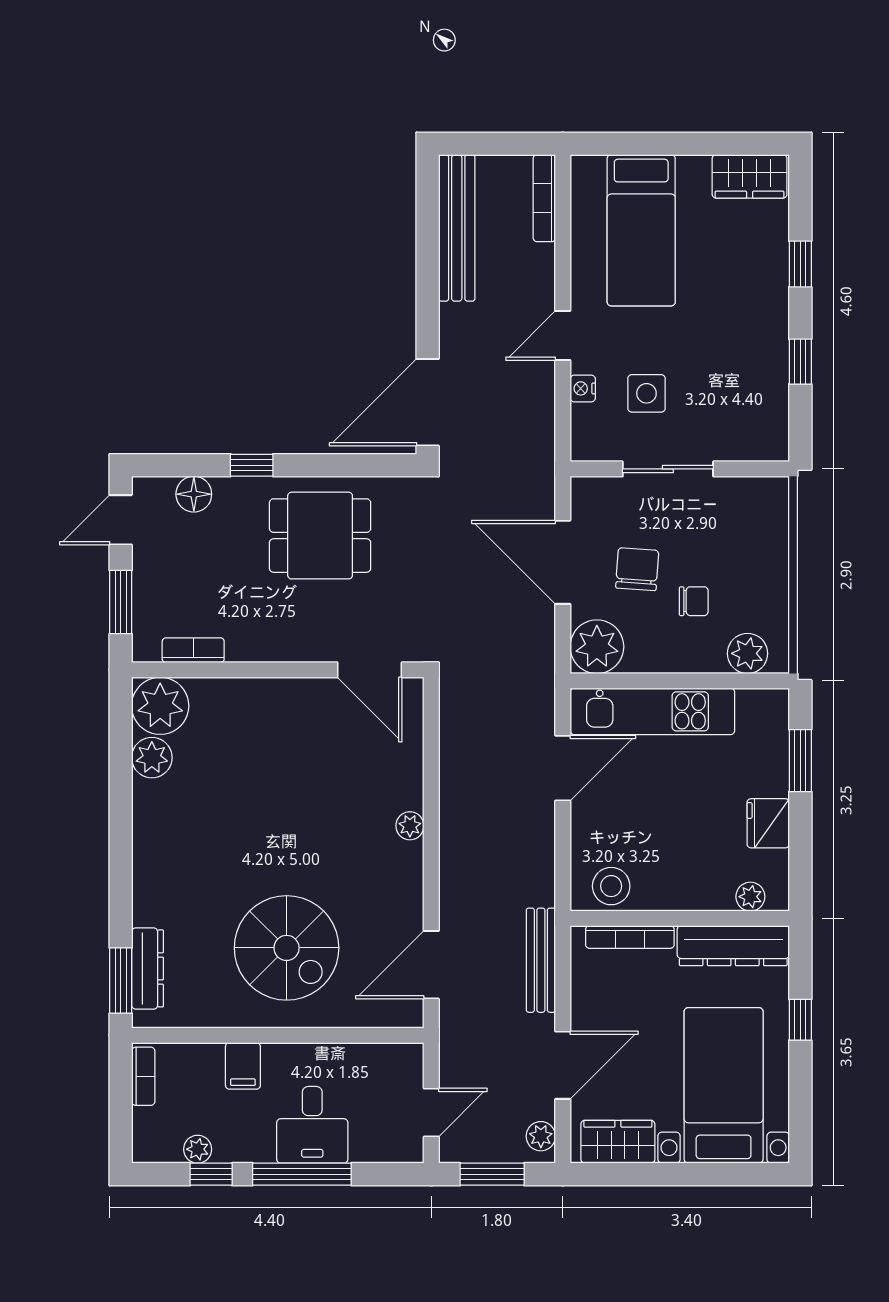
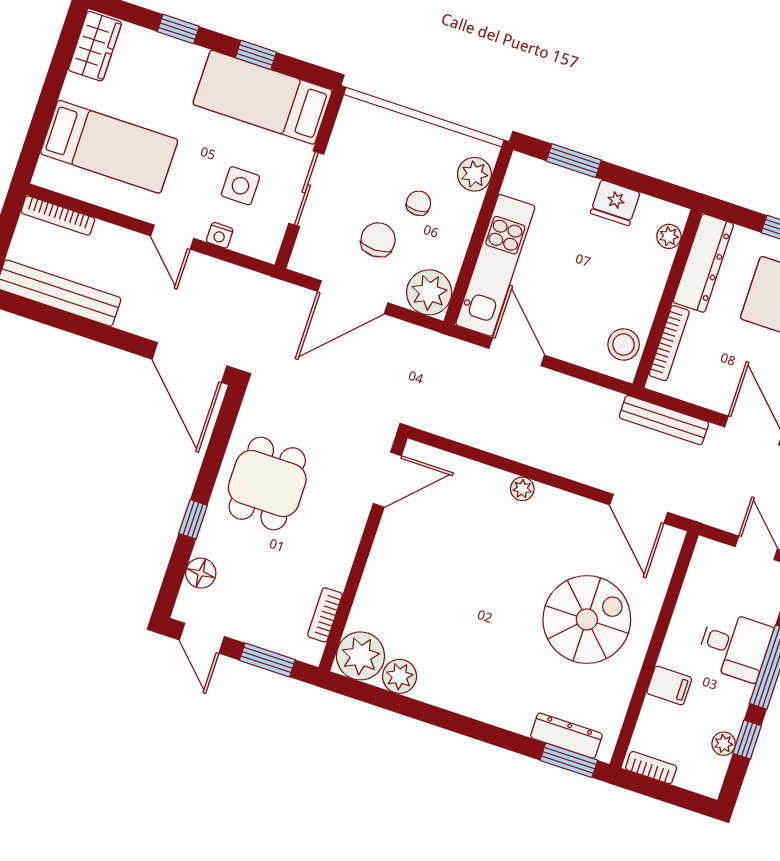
bed: (755, 385) -> (263, 97), added
chair: (637, 569) -> (378, 240), turned 86

